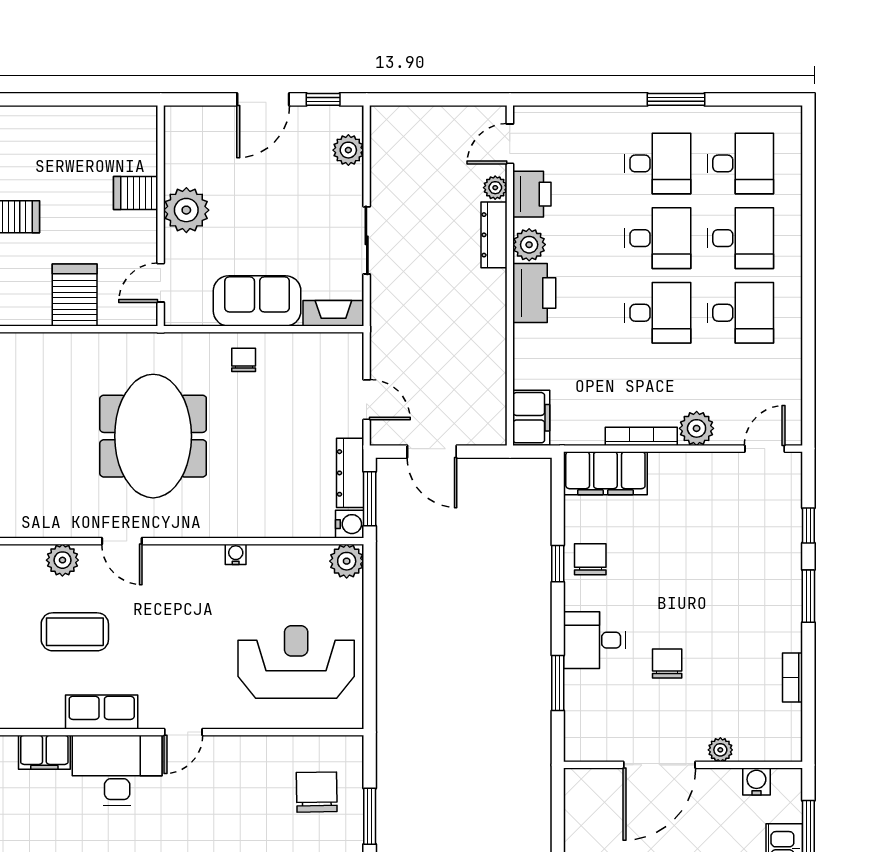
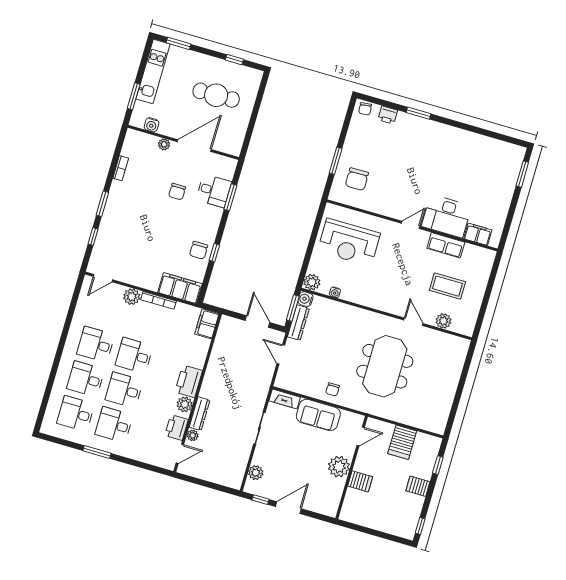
water cooler: (236, 554) -> (335, 292), moved
desk: (595, 640) -> (214, 191), moved

